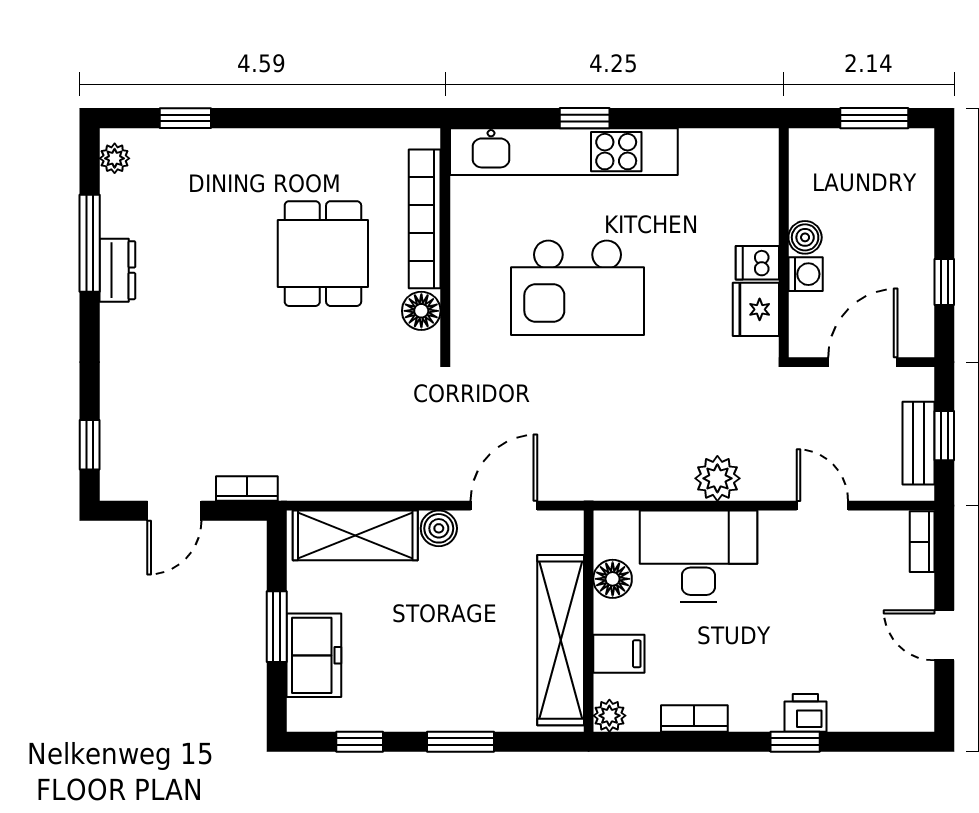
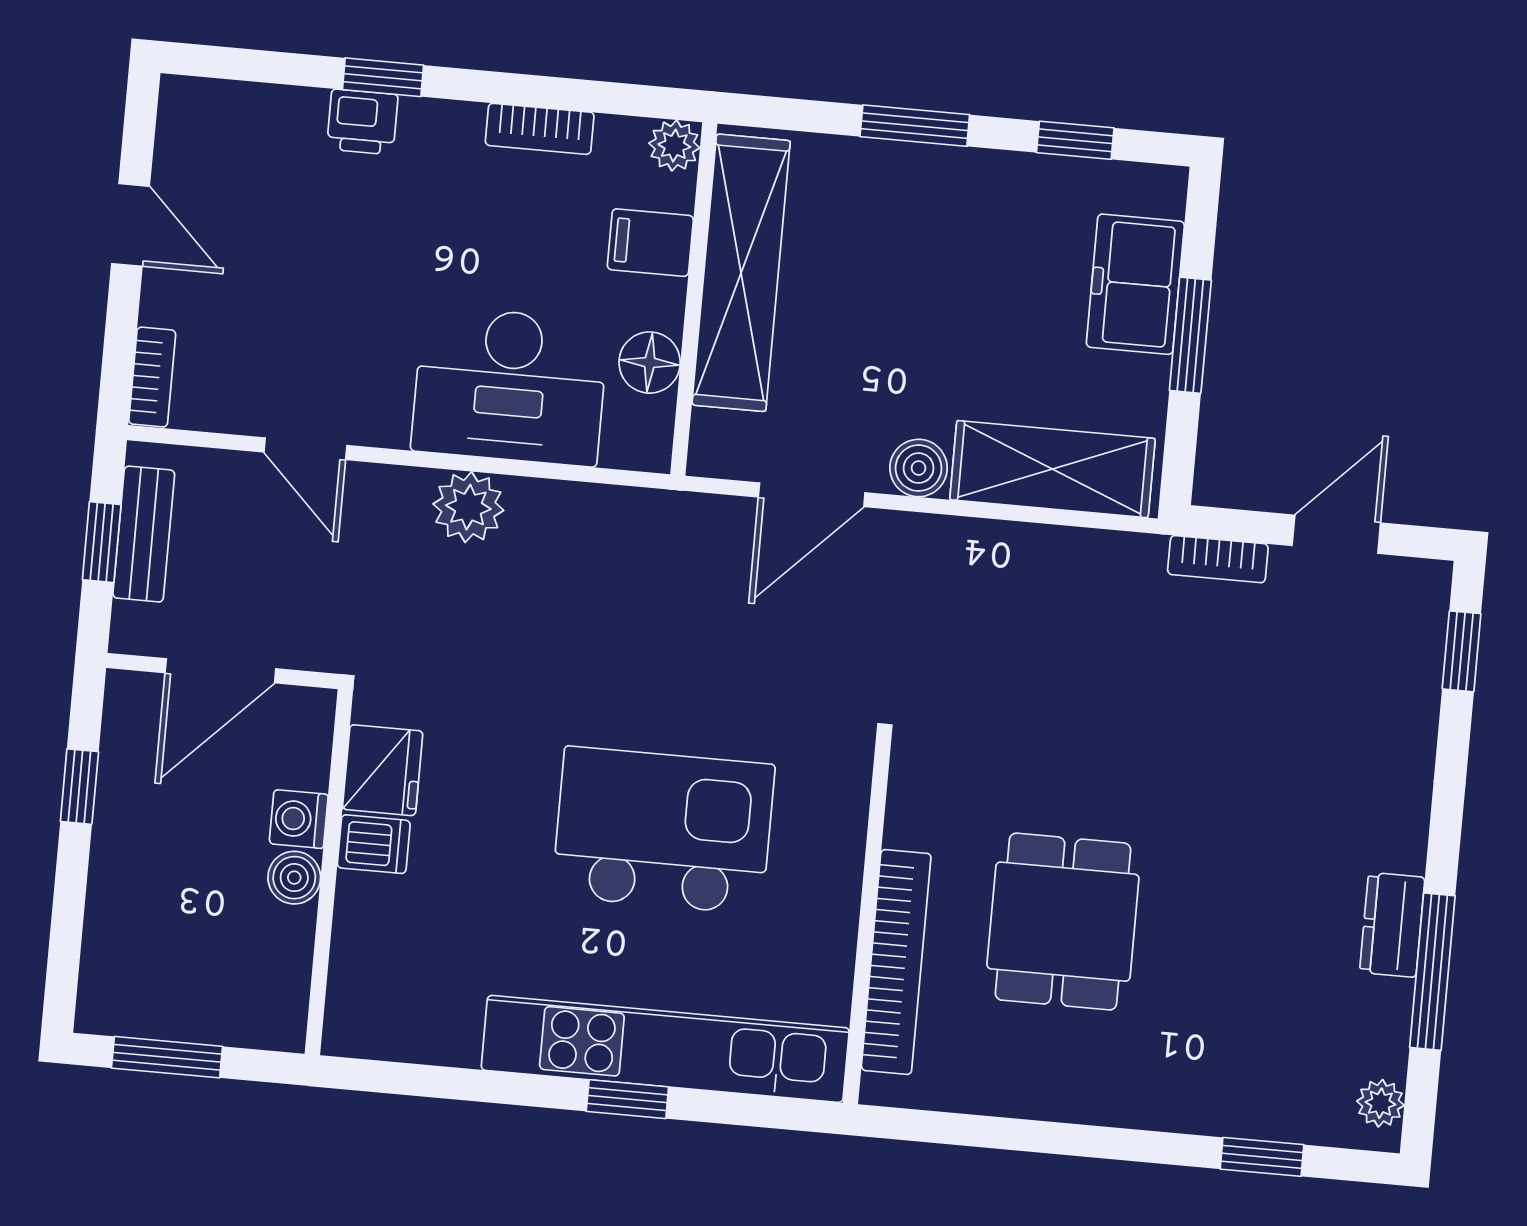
floor lamp: (421, 311) -> (915, 816), removed

